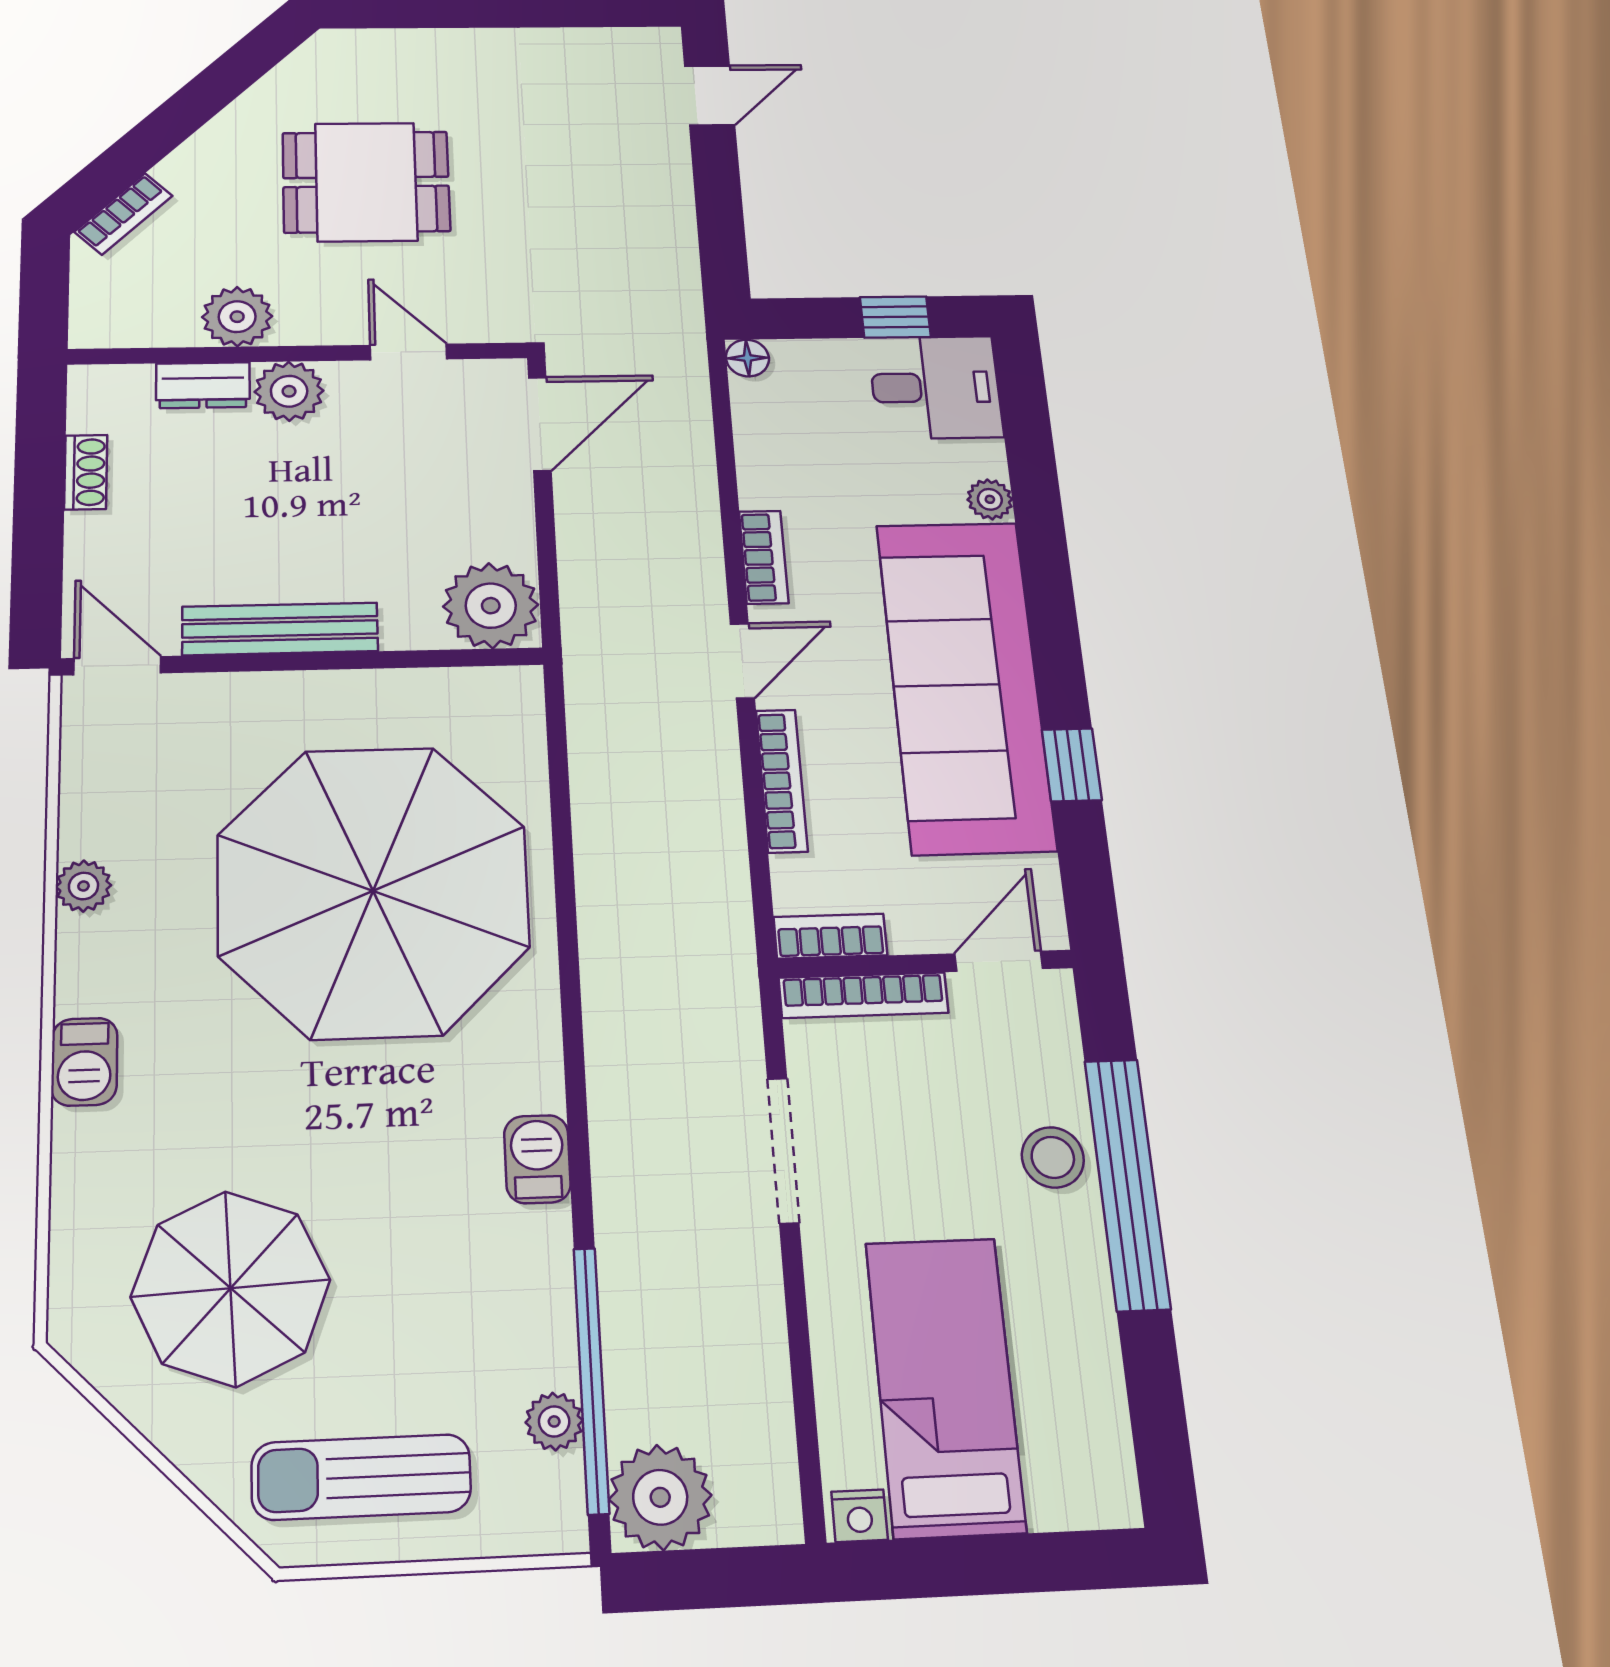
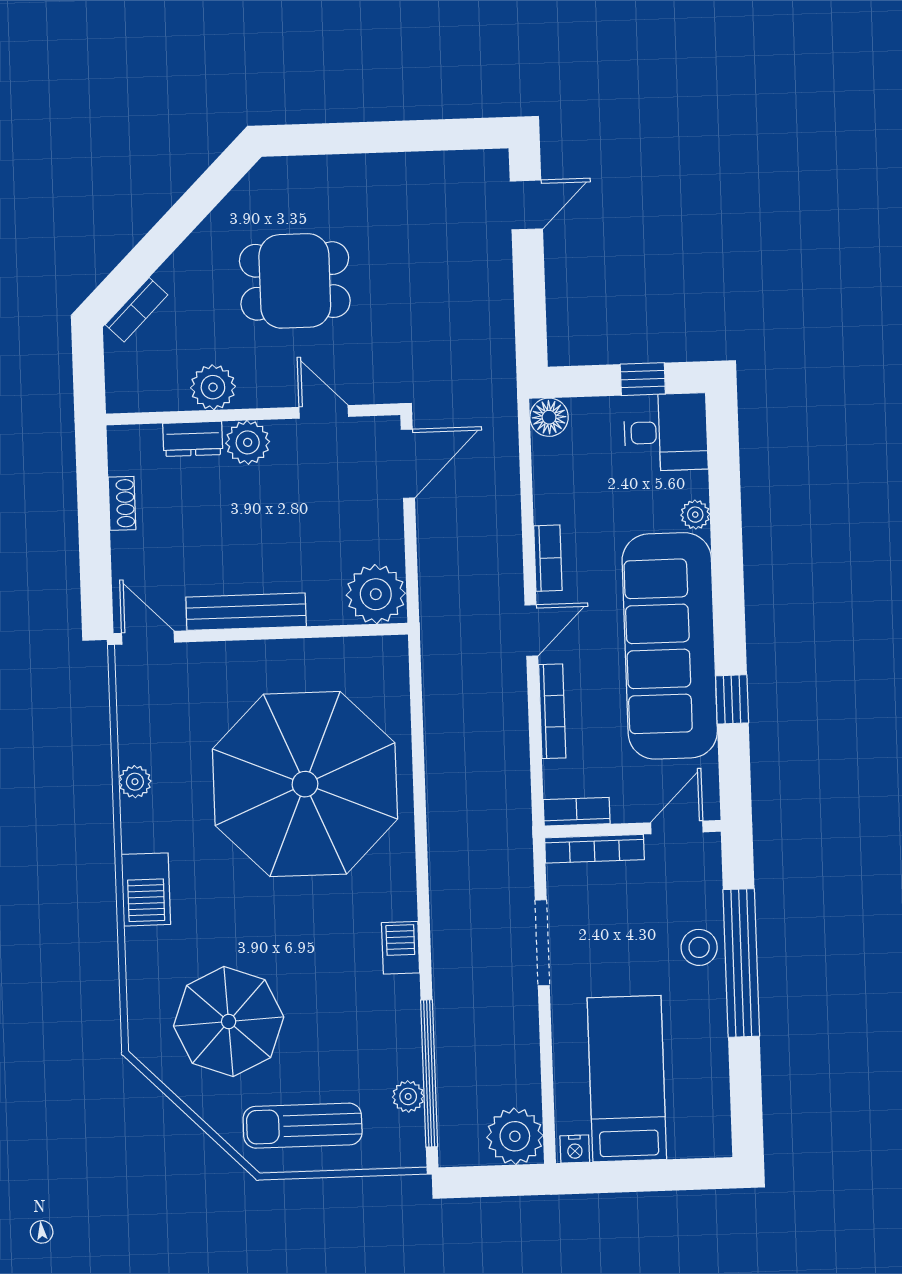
floor lamp: (747, 358) -> (549, 417), width x1.37, depth x1.37
barbecue: (84, 1062) -> (146, 889), width x1.38, depth x1.27
plant: (660, 1497) -> (515, 1136), moved

